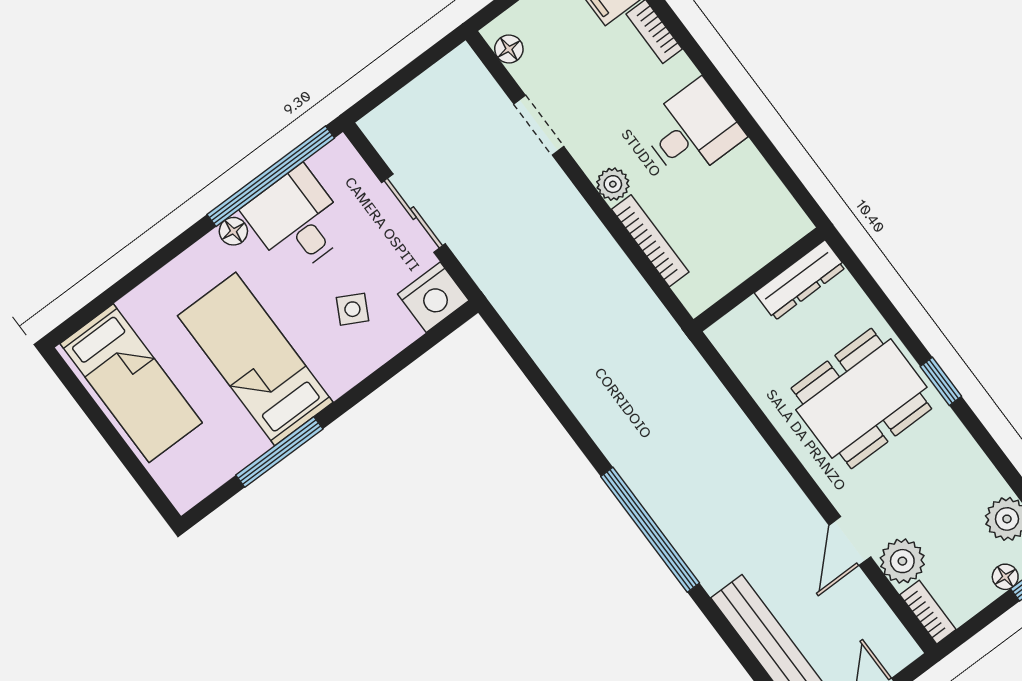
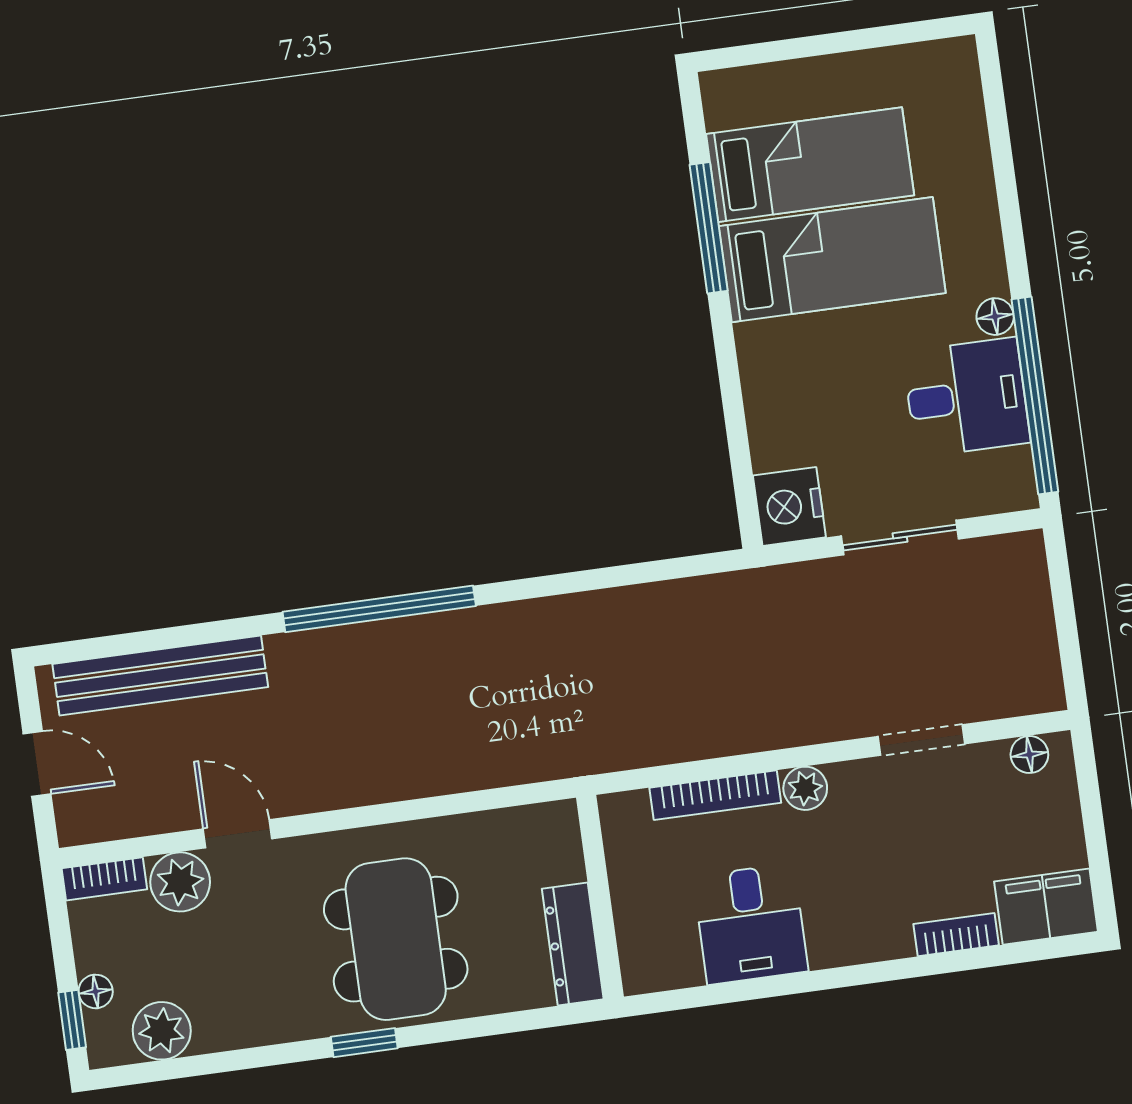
desk: (692, 131) -> (751, 924), moved
side table: (352, 309) -> (828, 405), removed
bed: (131, 383) -> (810, 165), moved, turned 180

